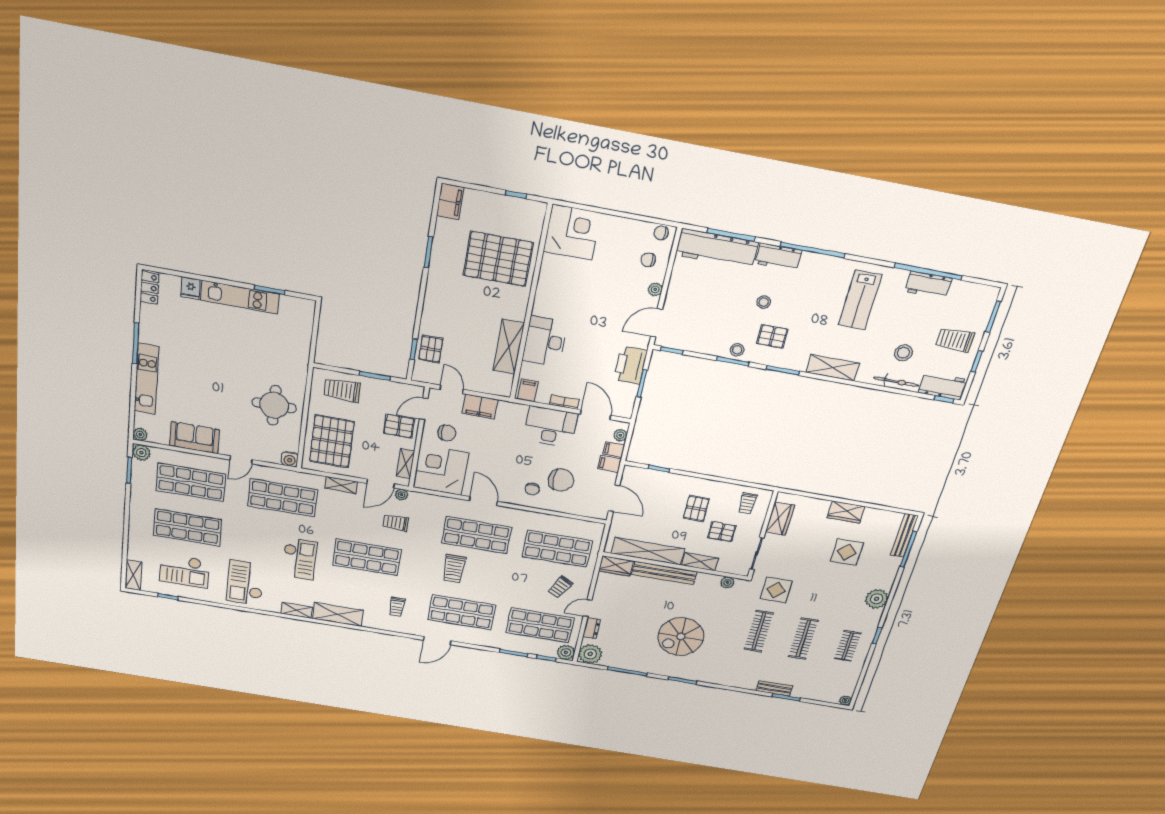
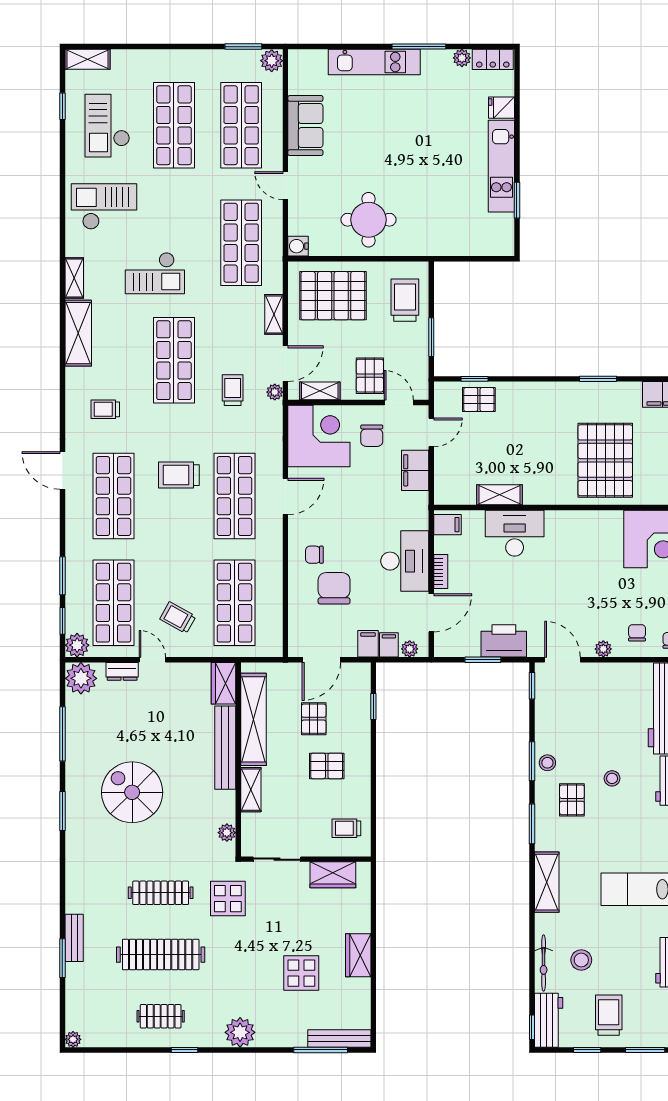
shelving: (509, 347) -> (499, 495), width x0.67, depth x0.75
plant: (140, 434) -> (462, 58), moved
chair: (561, 480) -> (334, 588), turned 180
door: (381, 484) -> (285, 364), swing flipped
pallet: (722, 532) -> (314, 719), moved
clothes rail: (803, 639) -> (161, 955), width x1.37, depth x1.31

